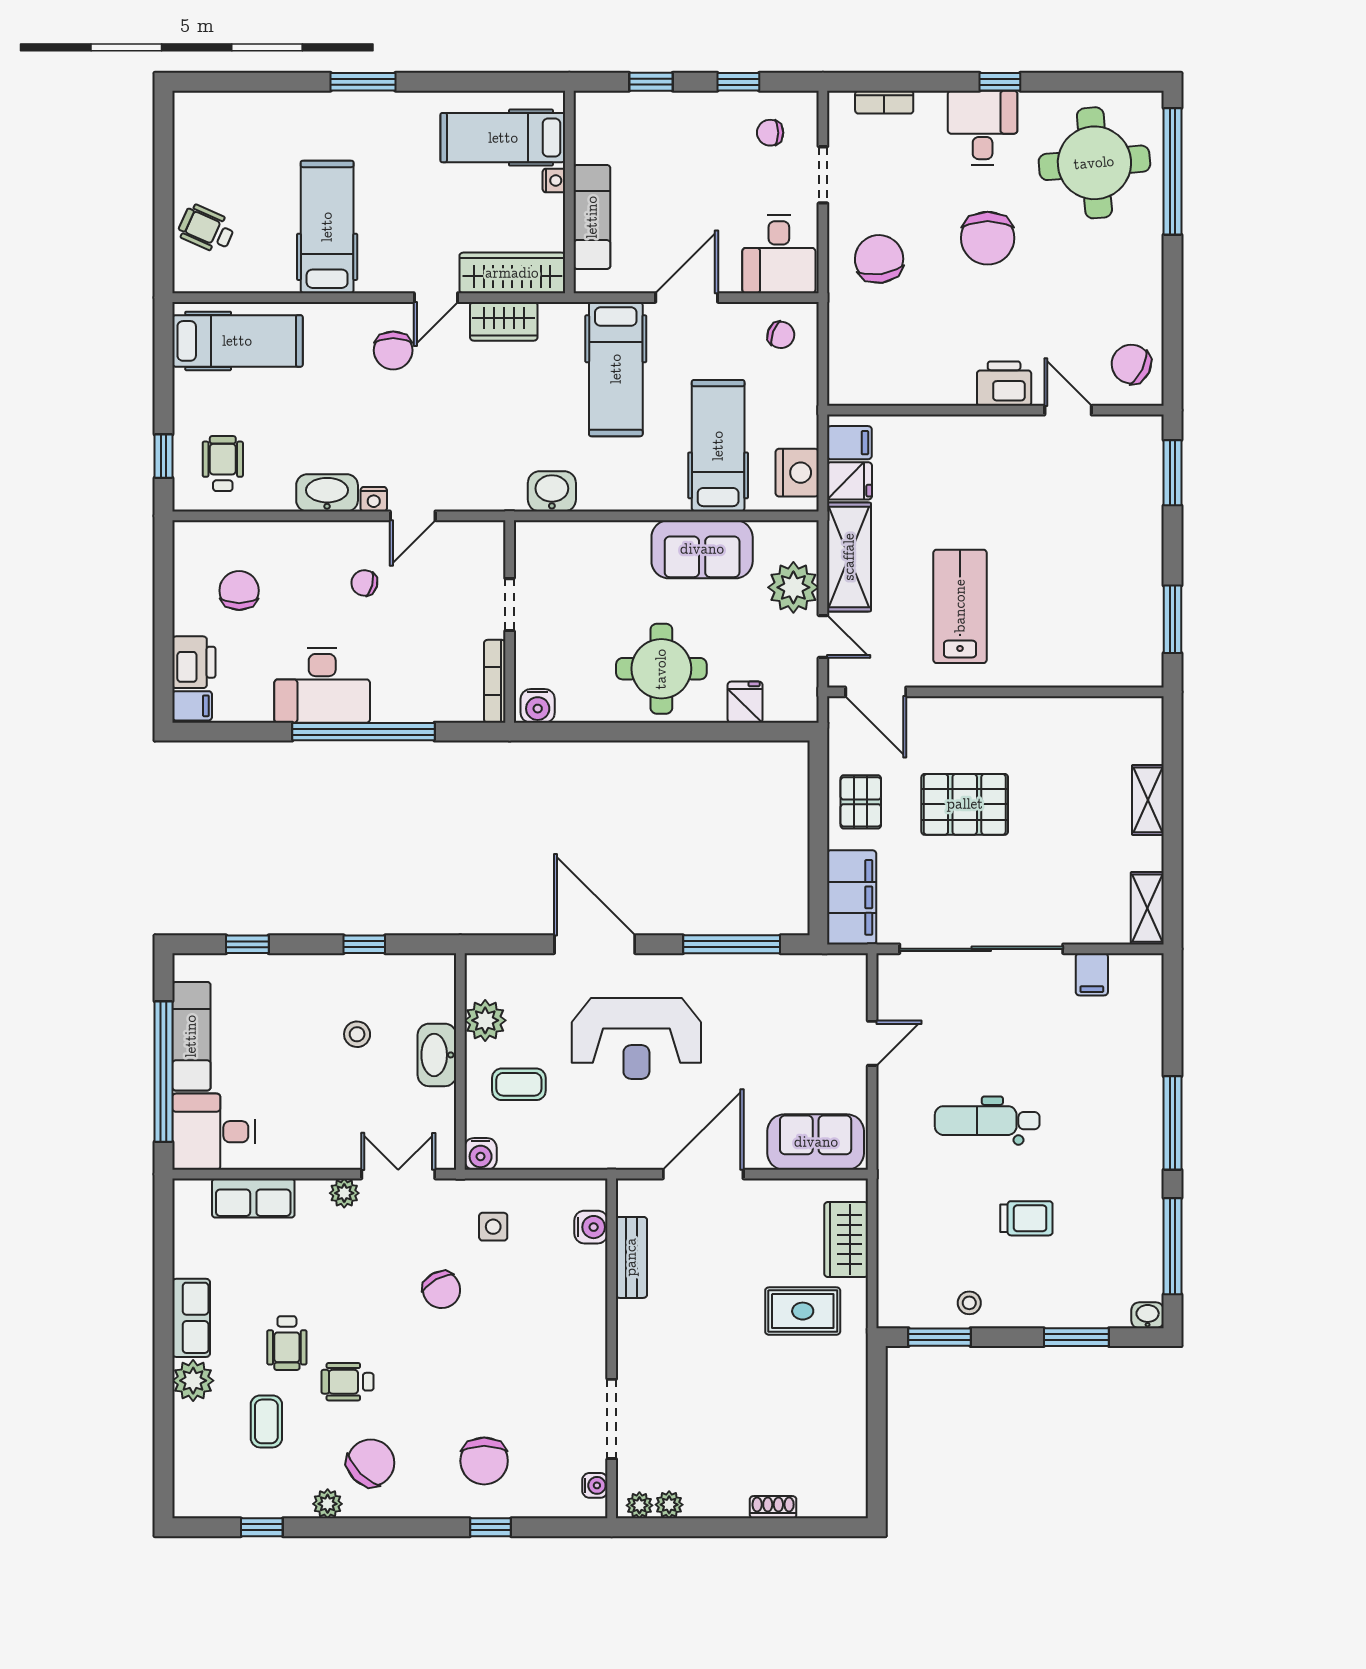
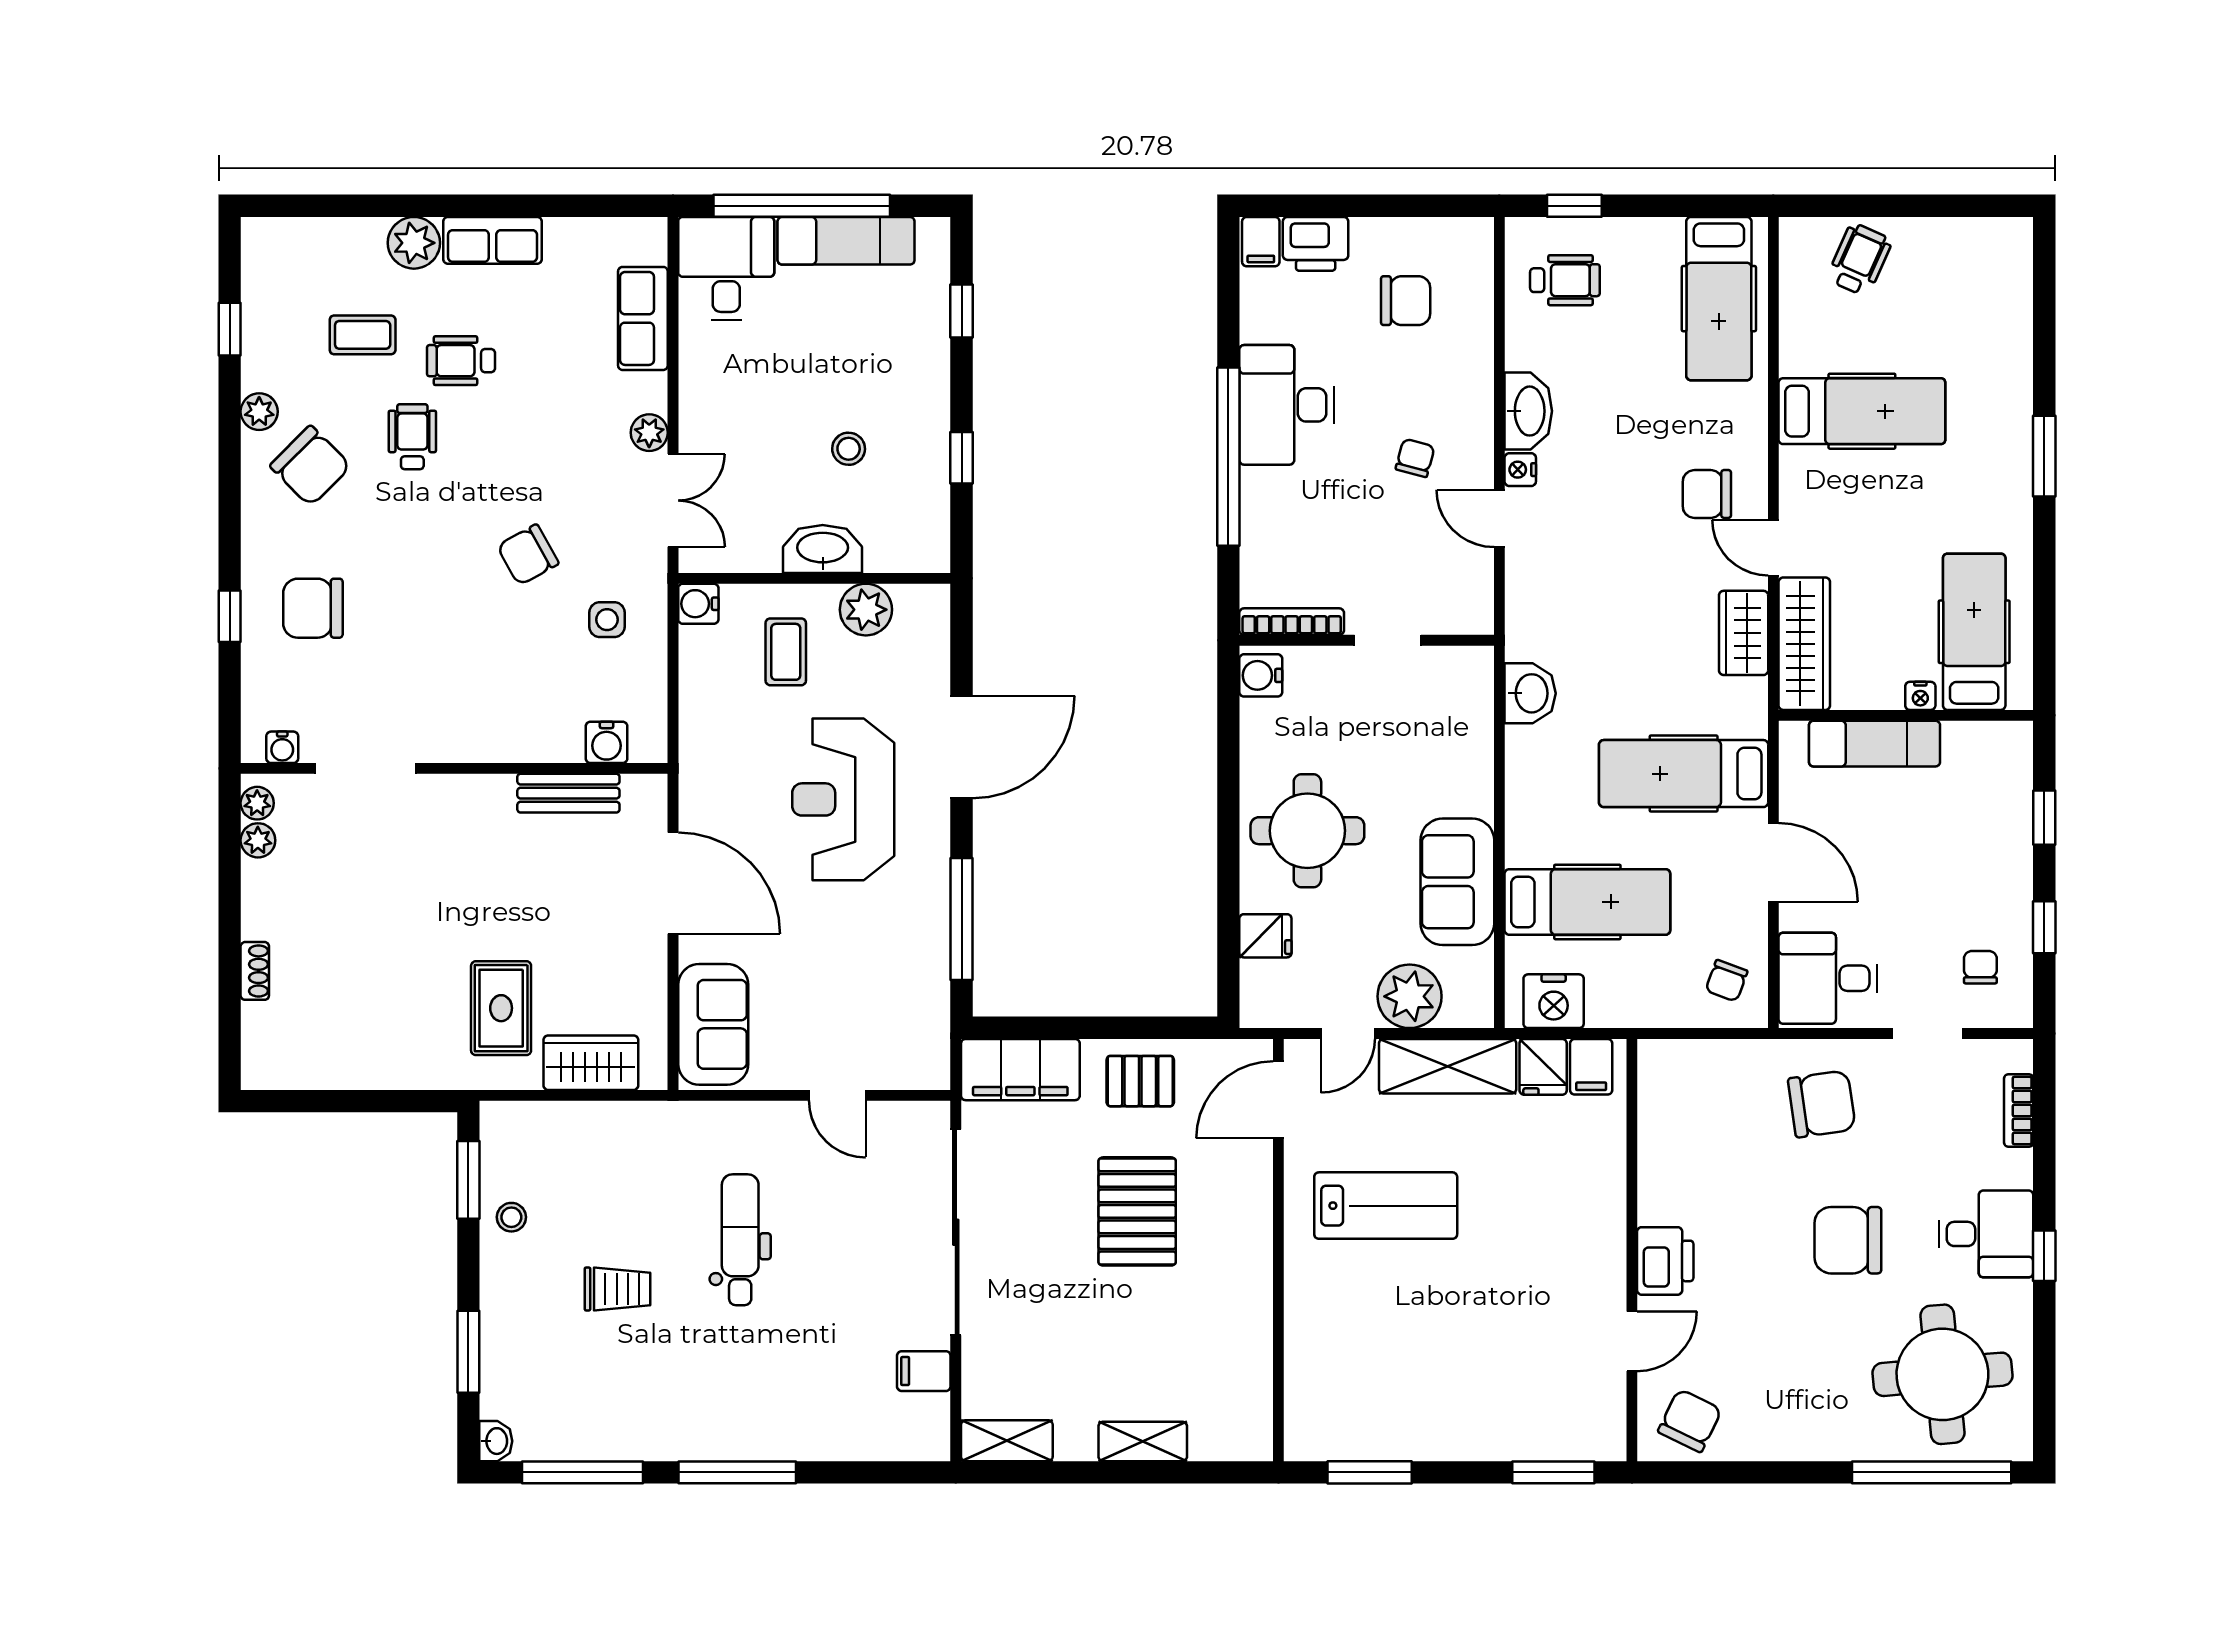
trolley: (1026, 1218) -> (618, 1289), turned -90

